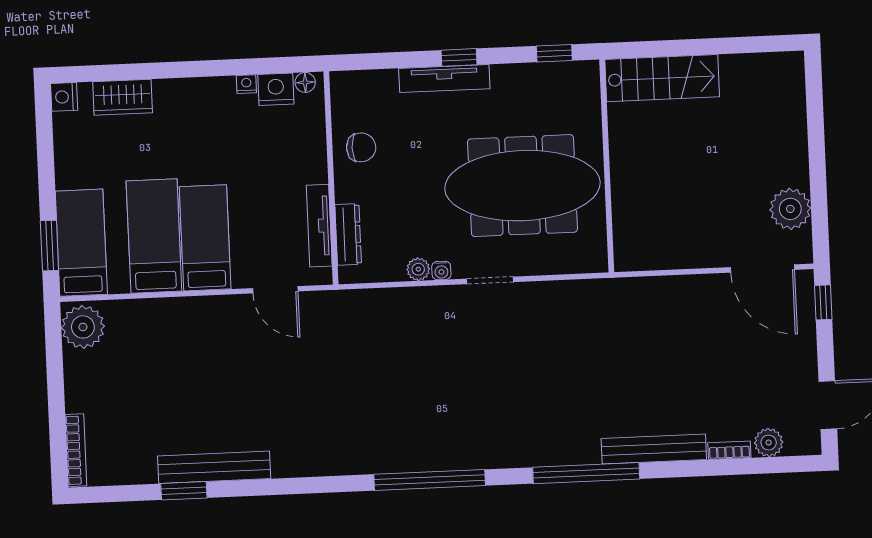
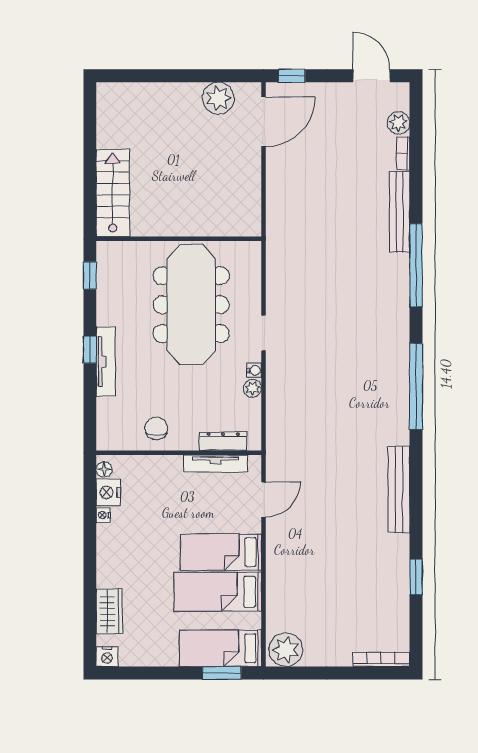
bench: (214, 467) -> (399, 489), moved

